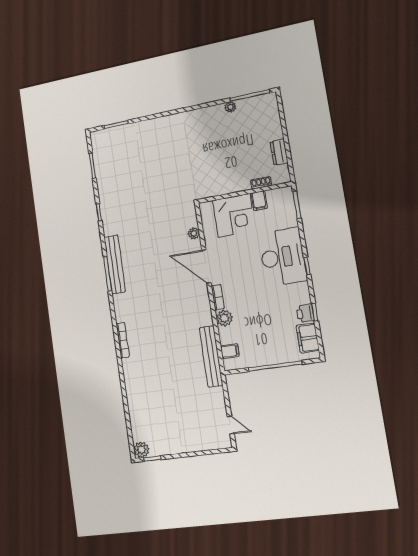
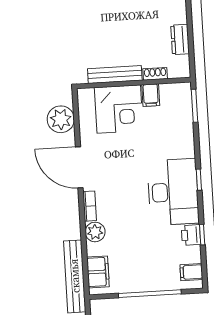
bench: (228, 188) -> (115, 74), added
plant: (194, 233) -> (61, 119), width x1.88, depth x1.88
desk: (283, 257) -> (173, 192), moved
filing cabinet: (308, 338) -> (191, 272), width x0.50
filing cabinet: (230, 351) -> (98, 272), width x2.00

